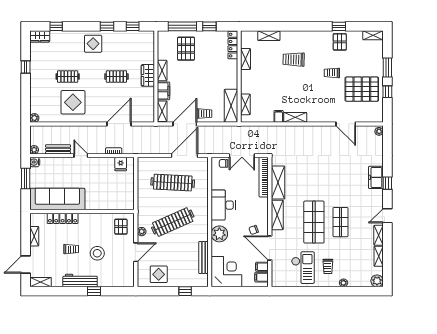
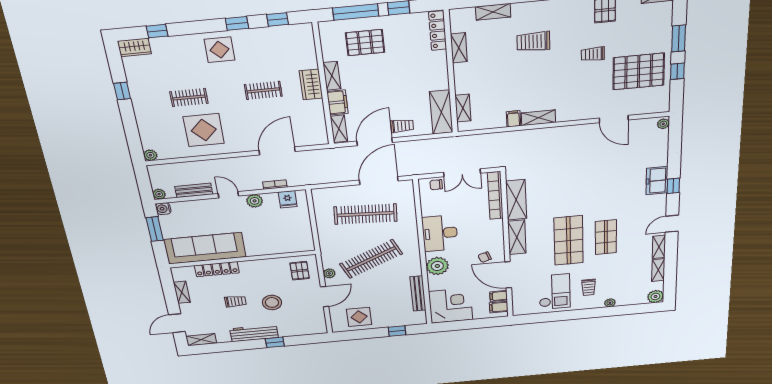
pallet: (186, 49) -> (365, 43), turned 90
plant: (98, 163) -> (255, 201), added

